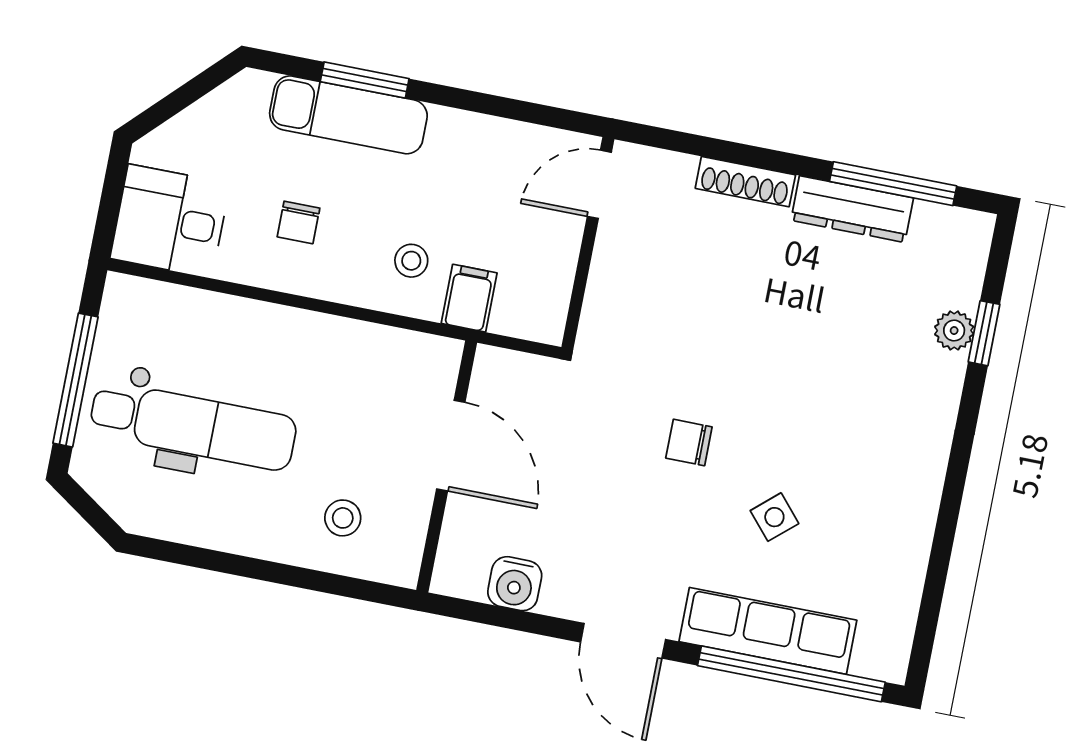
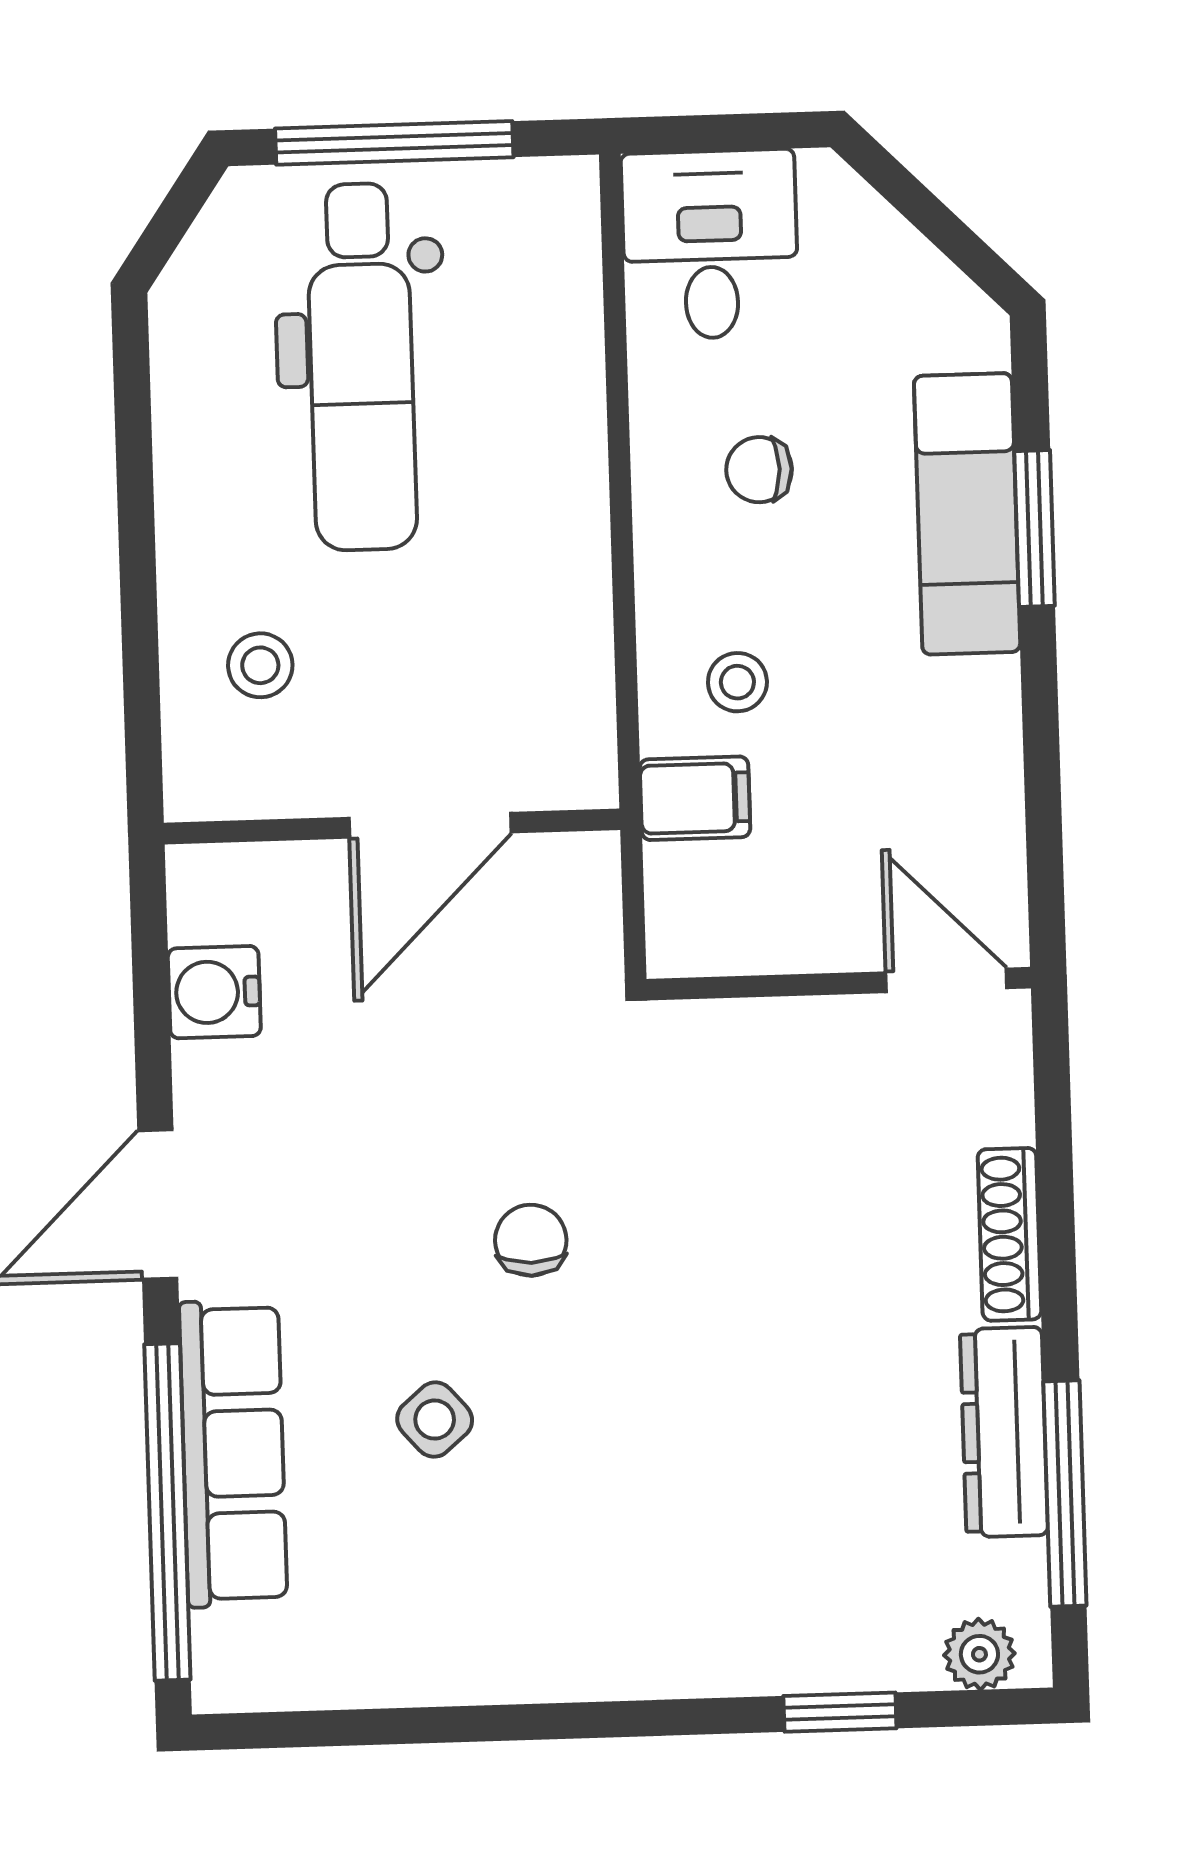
plant: (954, 331) -> (979, 1654), moved

